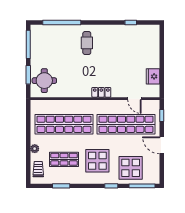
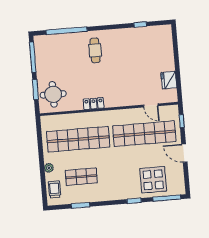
locker: (101, 92) -> (94, 104), moved
display table: (97, 161) -> (117, 175), removed

